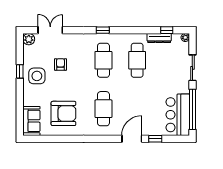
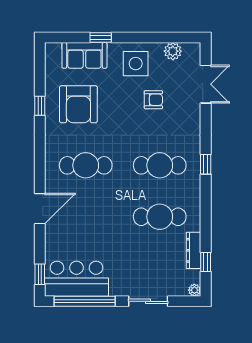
plant: (29, 39) -> (173, 51), moved
window: (20, 71) -> (101, 38), moved
sofa: (31, 121) -> (84, 55), moved
window: (64, 139) -> (40, 106), added
door: (132, 139) -> (40, 209), hinge flipped
window: (155, 139) -> (40, 274), moved

